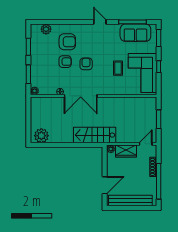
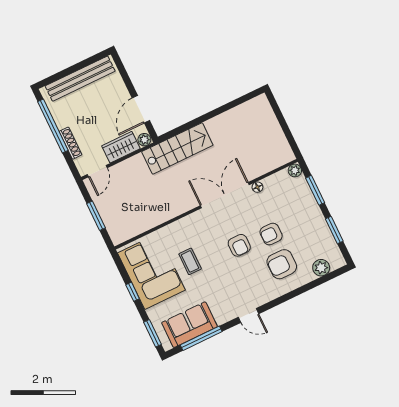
plant: (41, 136) -> (254, 111), removed
door: (105, 185) -> (141, 109), moved

